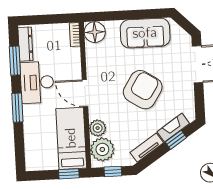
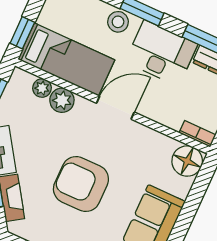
armchair: (143, 90) -> (81, 184), turned 147
stool: (32, 119) -> (118, 22), added
plant: (102, 149) -> (42, 88), width x0.53, depth x0.53

